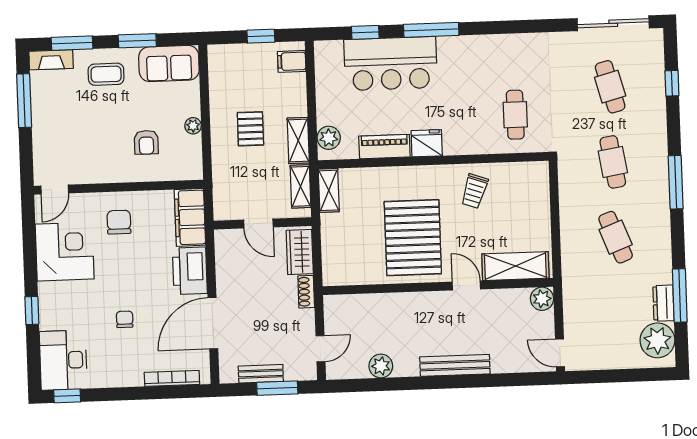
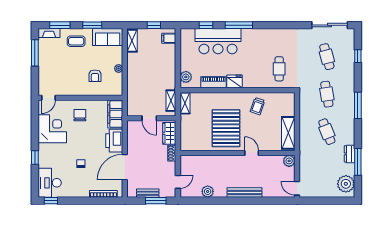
pallet: (250, 129) -> (147, 71), removed
shelving: (298, 141) -> (132, 41), moved
shelving: (515, 266) -> (288, 133), moved, turned 90
dresser: (663, 303) -> (349, 154), moved

